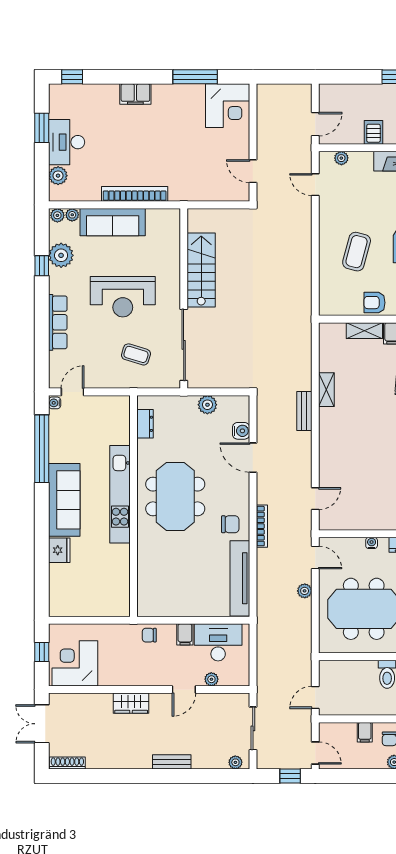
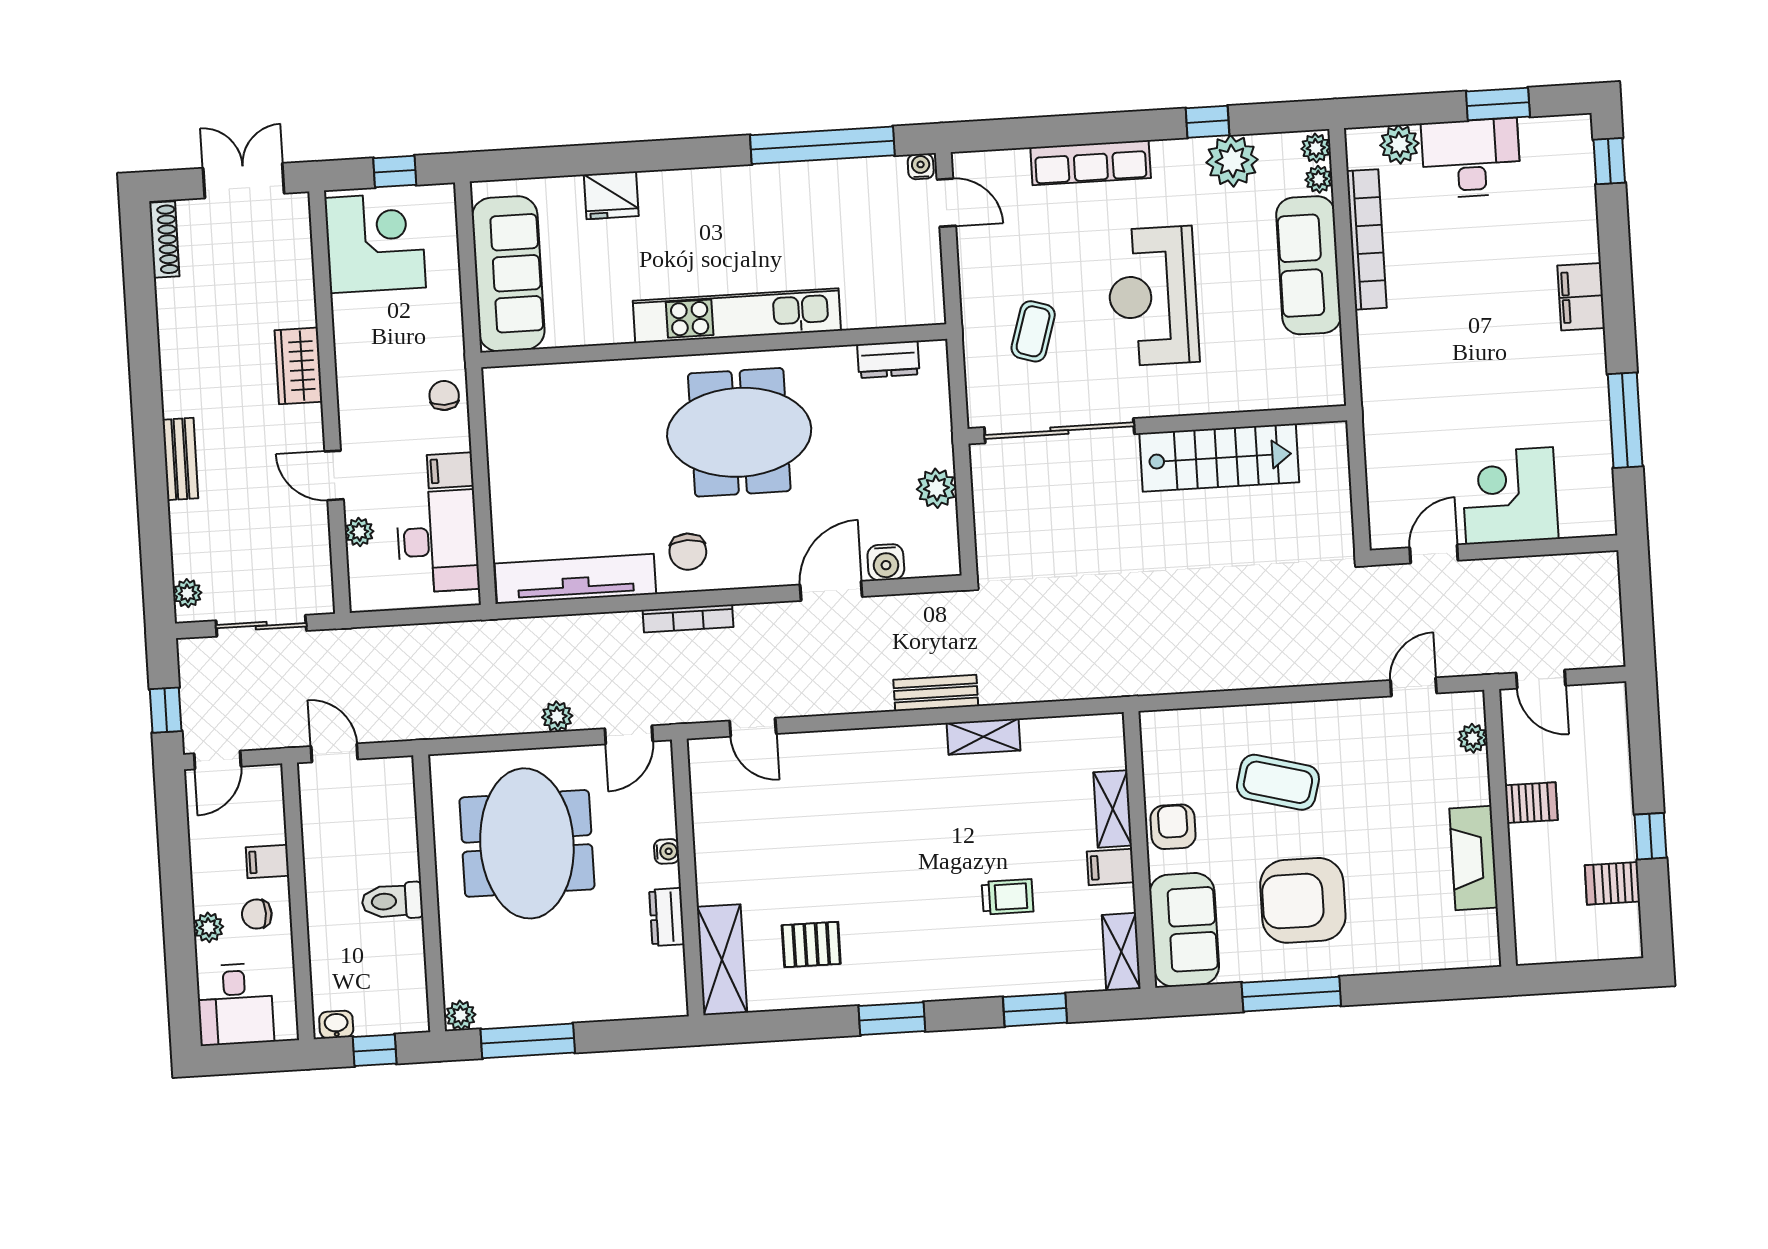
corner desk: (228, 106) -> (1510, 496), moved, turned 90
bookcase: (135, 194) -> (1367, 239), moved
sofa: (64, 500) -> (508, 274), moved, turned -90

